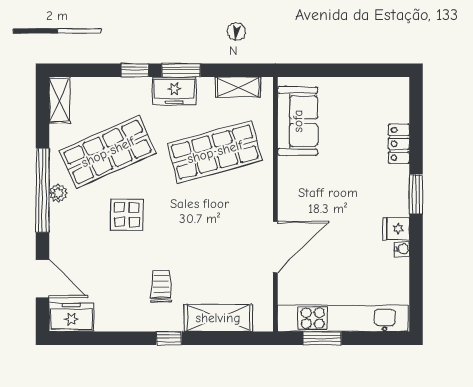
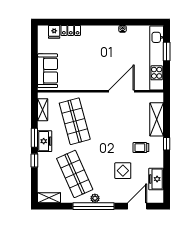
sofa: (298, 121) -> (48, 71), moved, turned 90
window: (416, 194) -> (96, 22), removed
display table: (127, 215) -> (123, 171), moved
fridge: (396, 229) -> (54, 32), moved
door: (275, 247) -> (122, 91), hinge flipped
freezer: (71, 317) -> (156, 179), moved
window: (322, 338) -> (167, 51), moved

